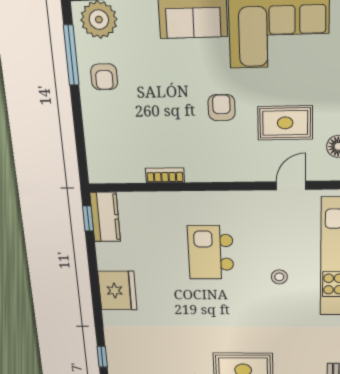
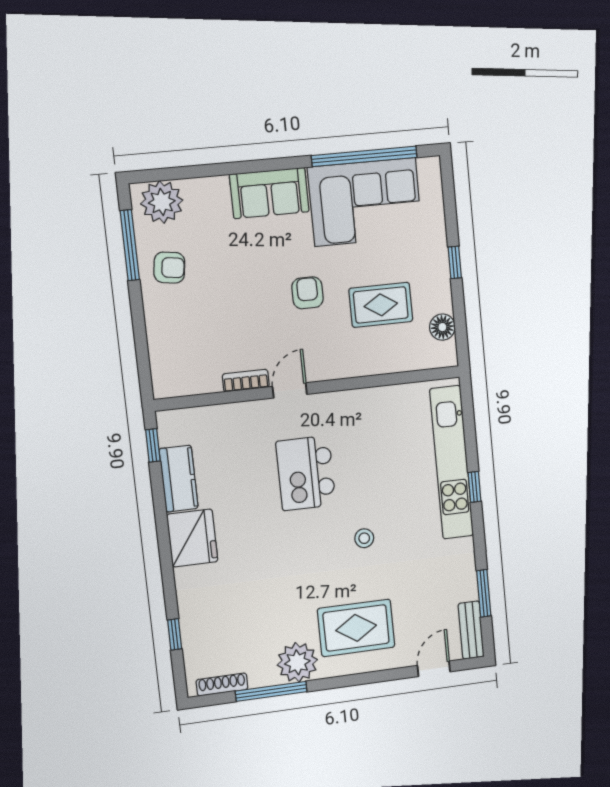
armchair: (104, 77) -> (169, 268), turned -82
door: (291, 186) -> (290, 390), moved
kitchen counter: (105, 217) -> (179, 479), moved
stool: (279, 277) -> (364, 538), moved

